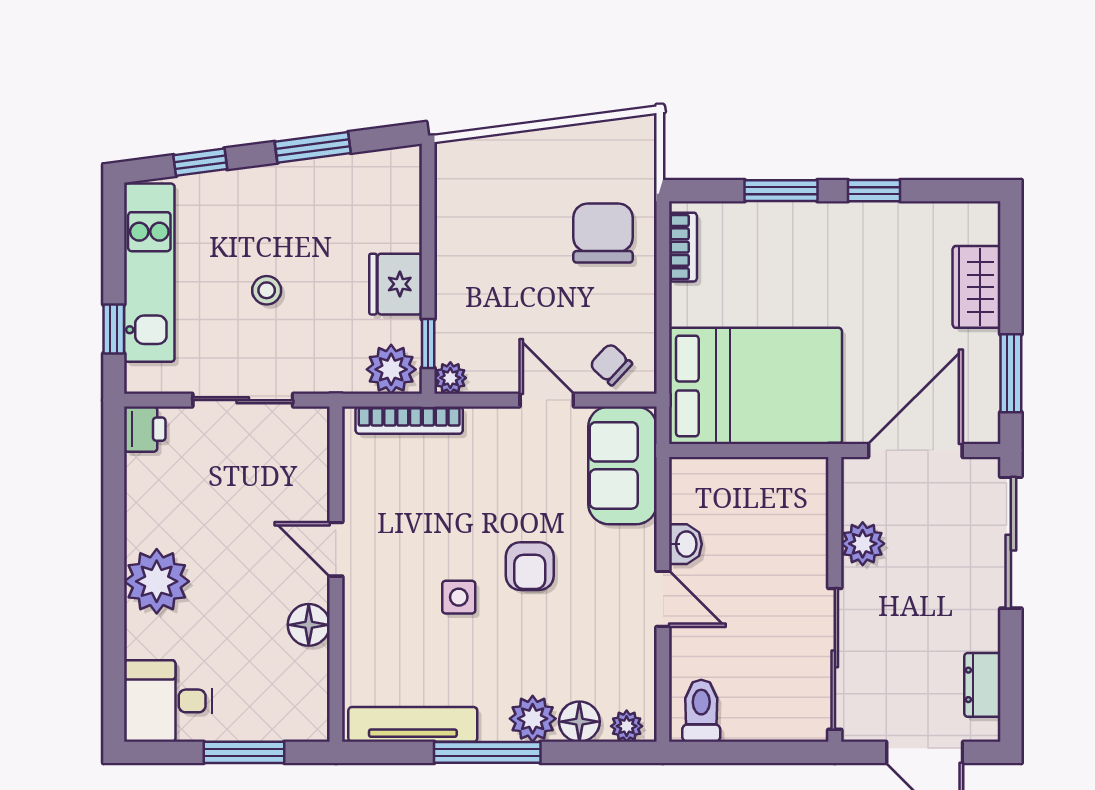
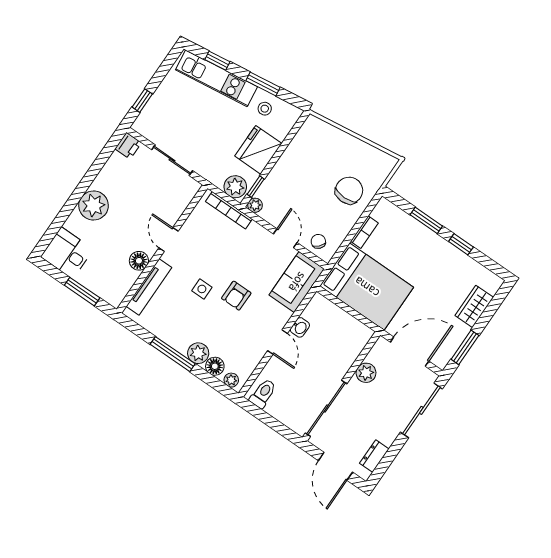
bookcase: (683, 247) -> (364, 232), moved
kitchen unit: (149, 273) -> (216, 78), moved, turned 83
fridge: (396, 284) -> (258, 150), width x1.36, depth x1.34
stool: (267, 290) -> (265, 109), moved
tv unit: (413, 724) -> (149, 287), moved, turned 90

